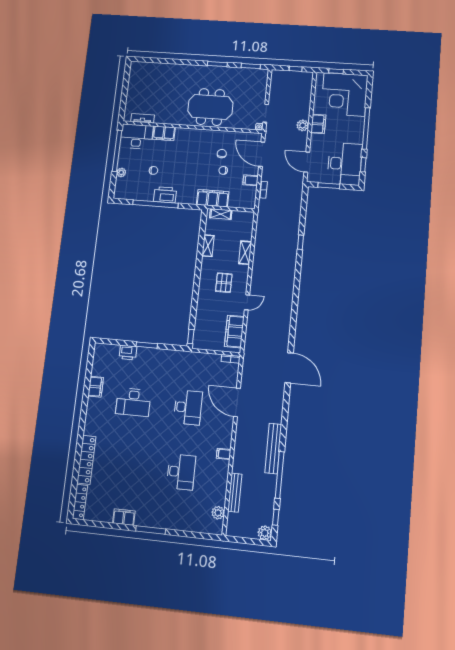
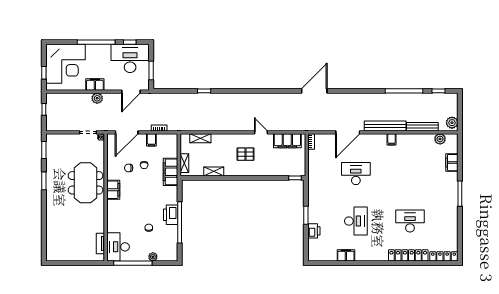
filing cabinet: (164, 133) -> (113, 190), moved
shelving: (245, 253) -> (200, 138), moved
bench: (273, 449) -> (385, 126), moved
desk: (181, 472) -> (410, 221), moved
filing cabinet: (124, 517) -> (452, 163), moved
plant: (265, 533) -> (452, 123), moved

